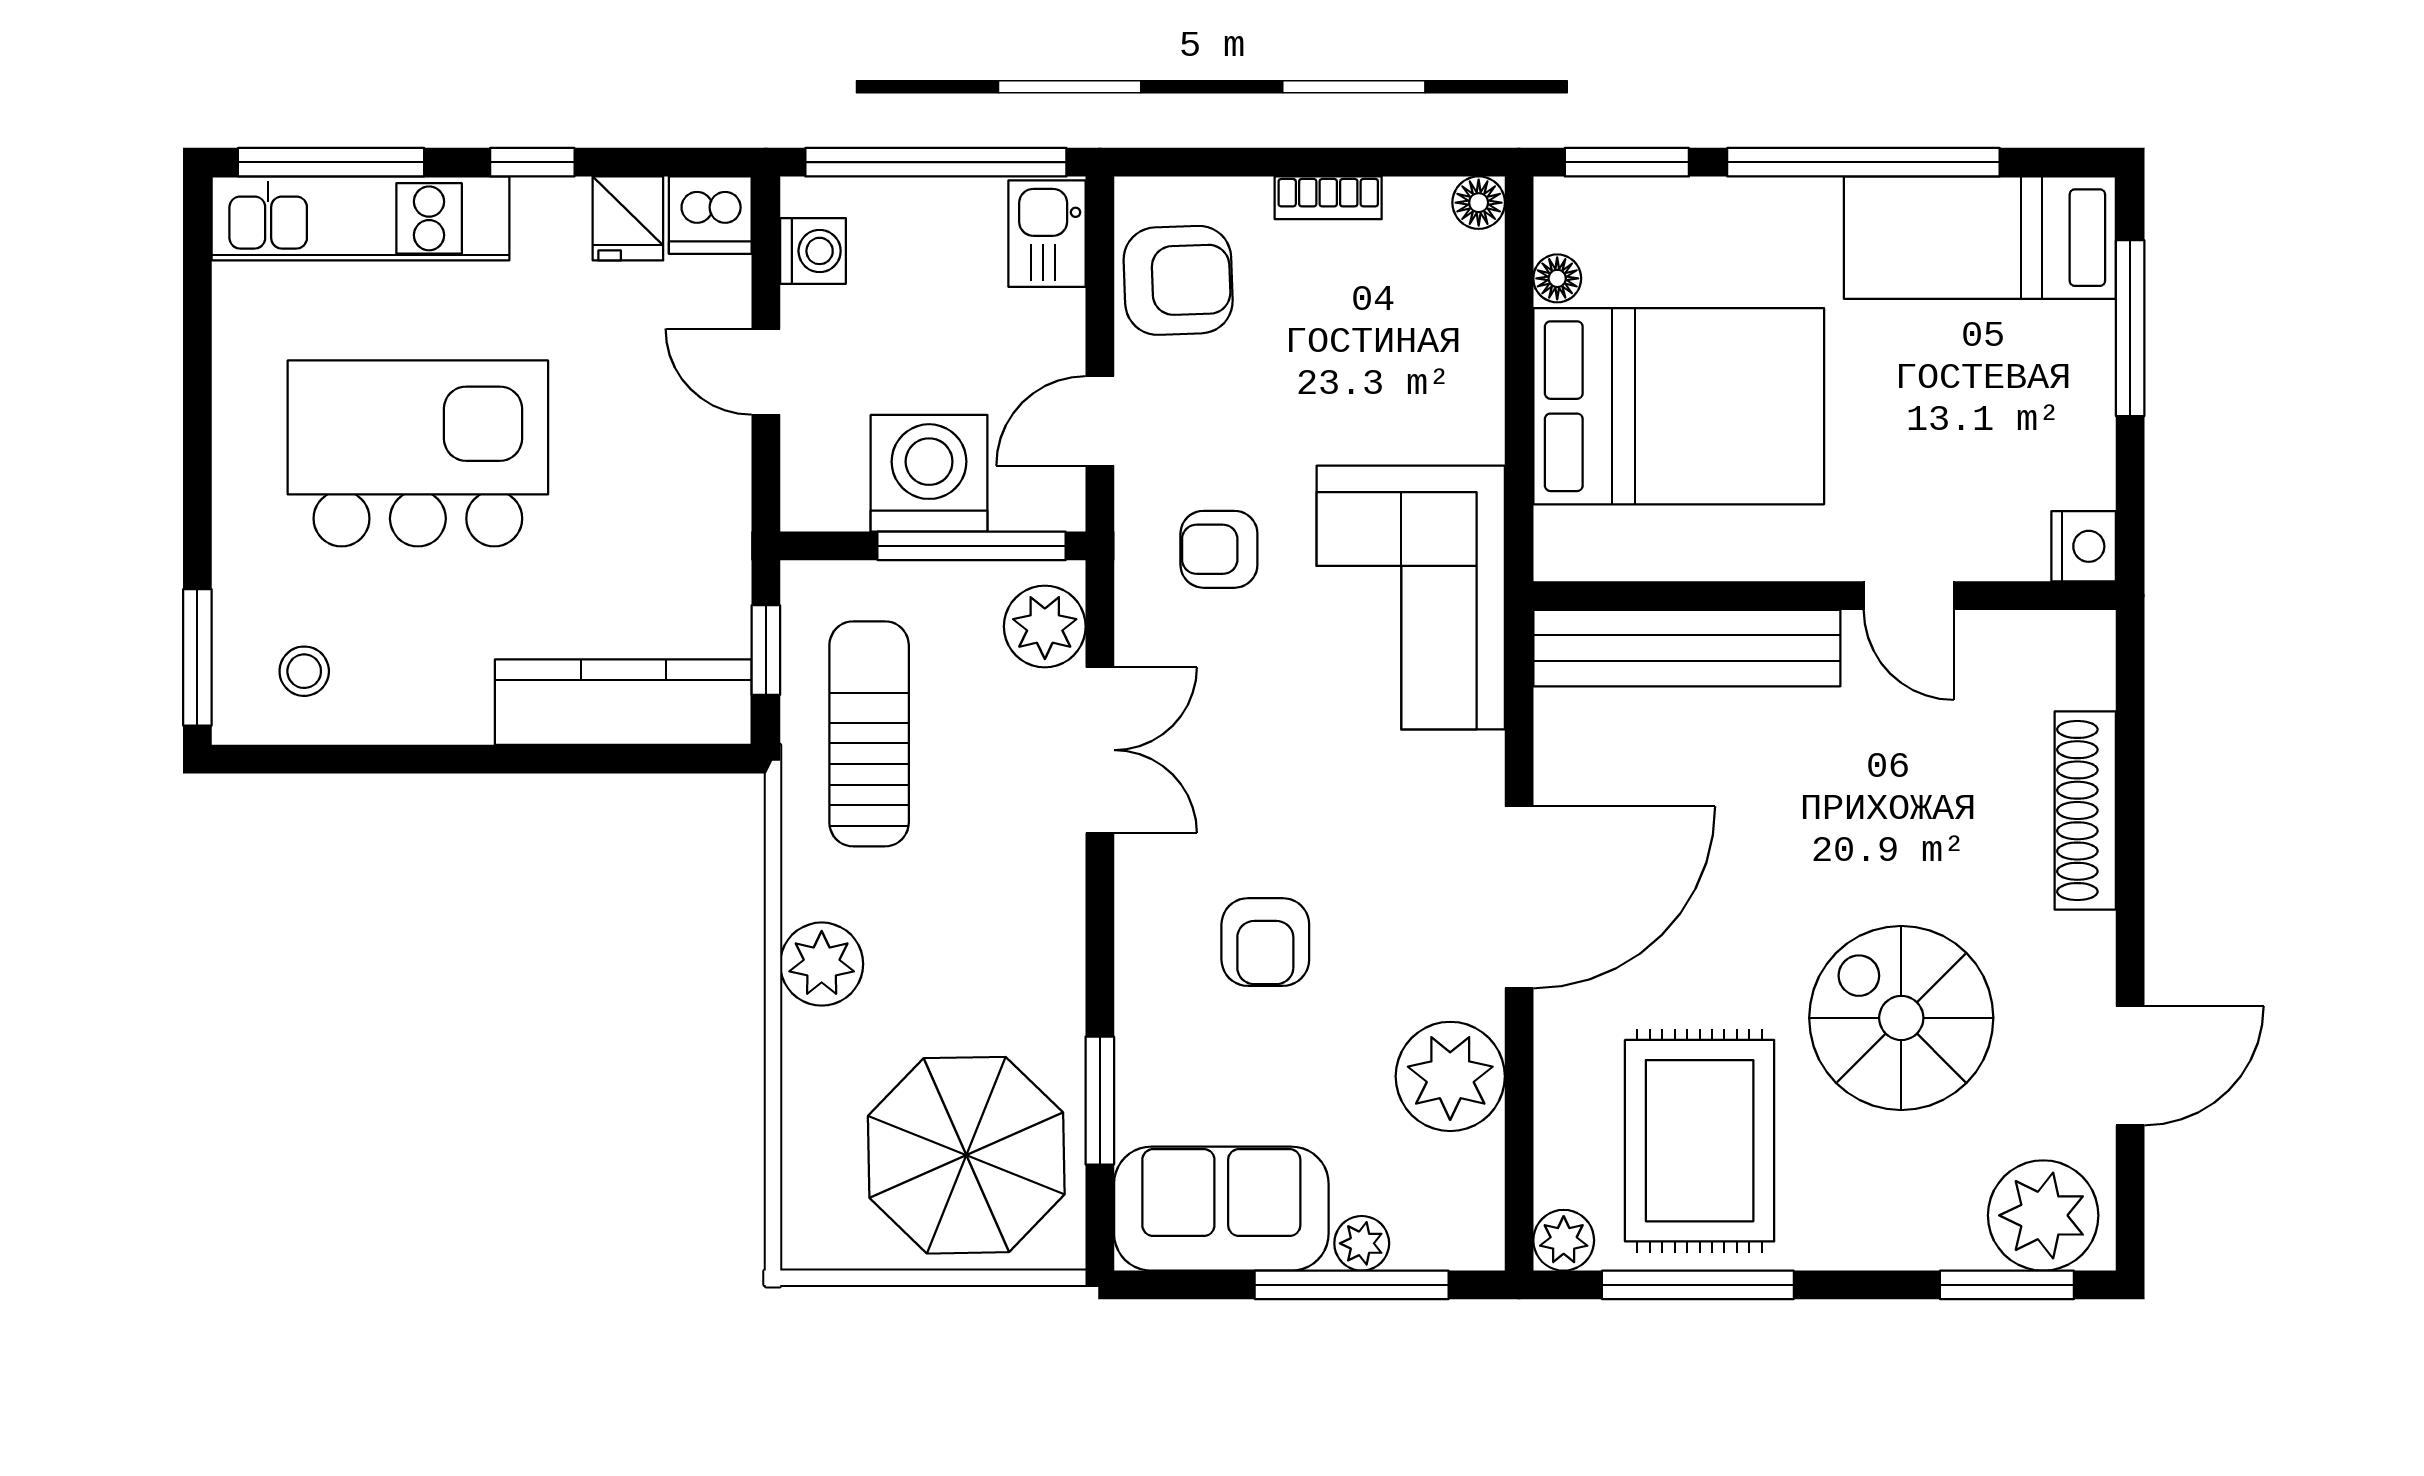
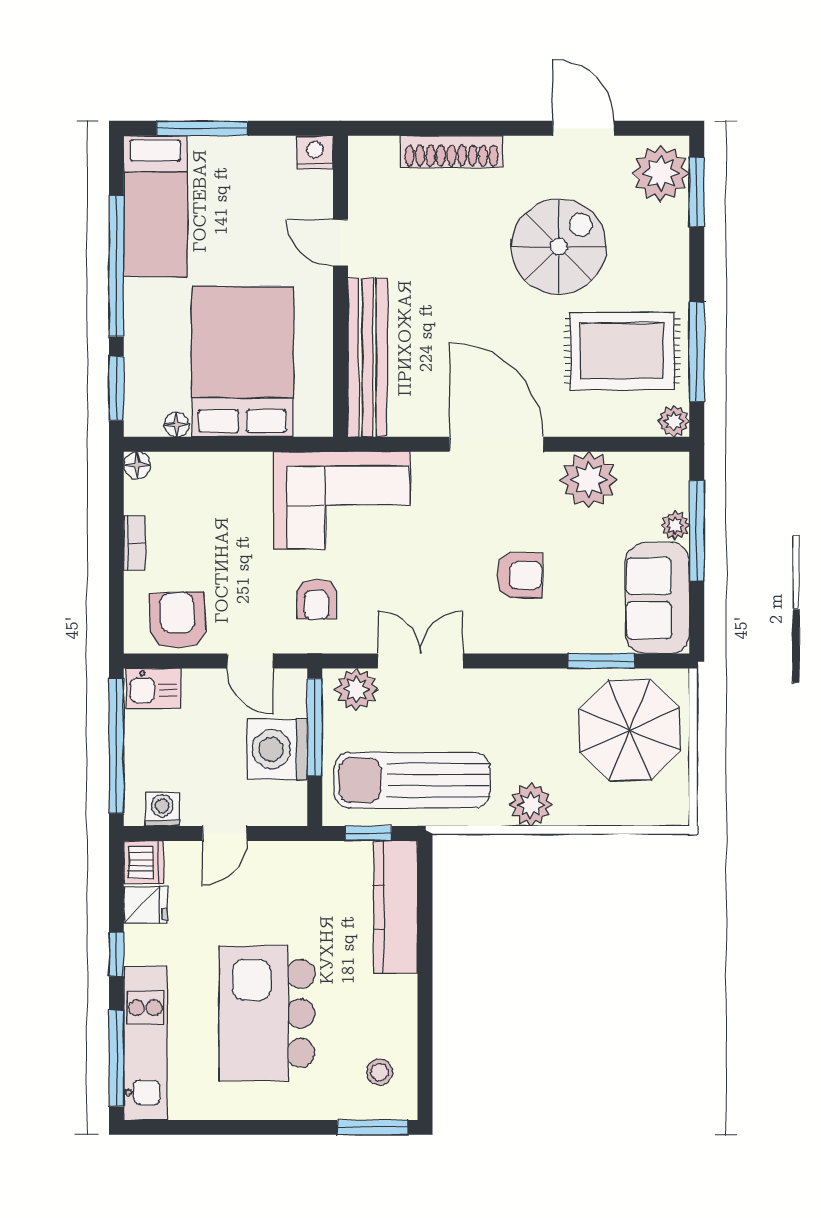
door: (1909, 596) -> (340, 243), swing flipped
sun lounger: (869, 734) -> (412, 780), width x1.36, depth x1.34
spiral stairs: (1901, 1018) -> (559, 247), turned 180

